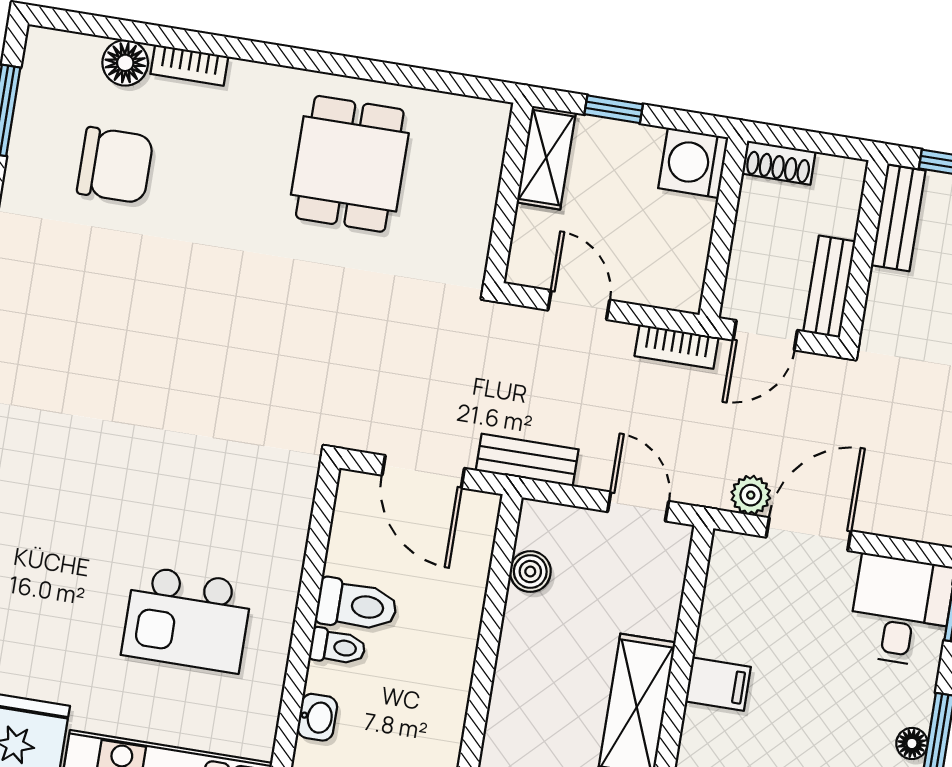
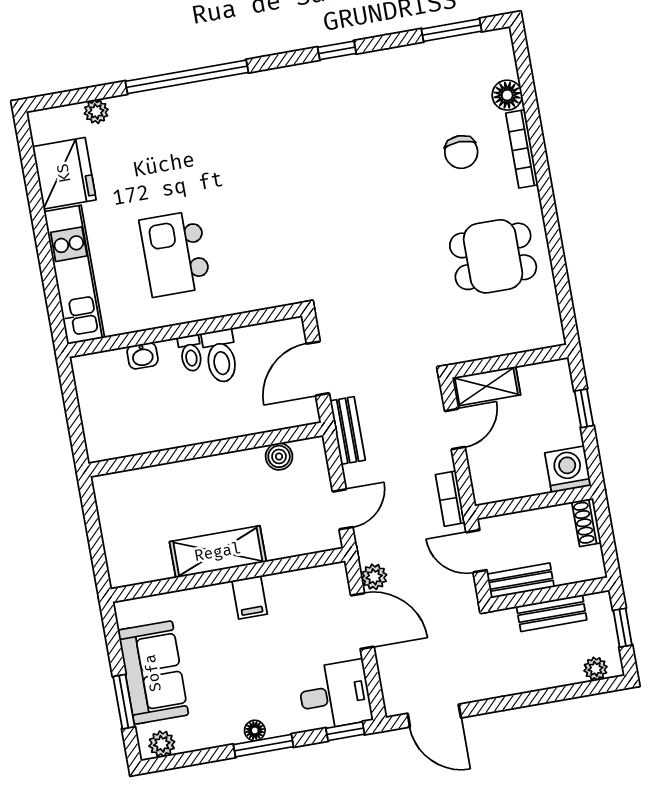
bookcase: (189, 65) -> (522, 149), width x1.56
shelving: (546, 158) -> (486, 386), moved
chair: (115, 165) -> (461, 152), moved, width x0.73, depth x0.73
bench: (898, 218) -> (552, 613), moved

